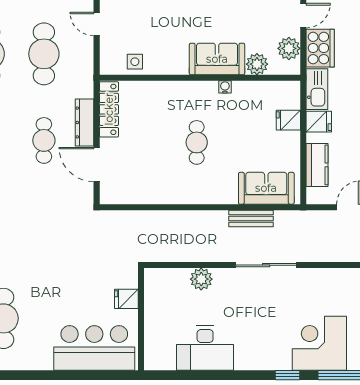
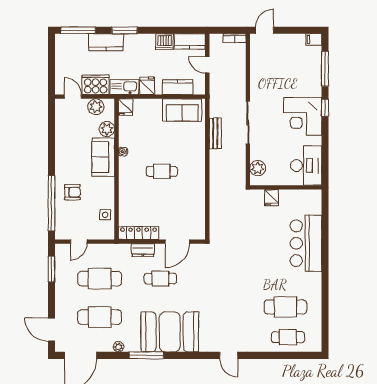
armchair: (167, 15) -> (72, 192), added
fridge: (288, 120) -> (126, 107), moved
dresser: (85, 122) -> (143, 250), width x0.70
sofa: (266, 188) -> (182, 110), moved, turned -90
fridge: (126, 299) -> (272, 198), moved
wall: (141, 319) -> (286, 187), moved
corner desk: (319, 343) -> (303, 116), moved

